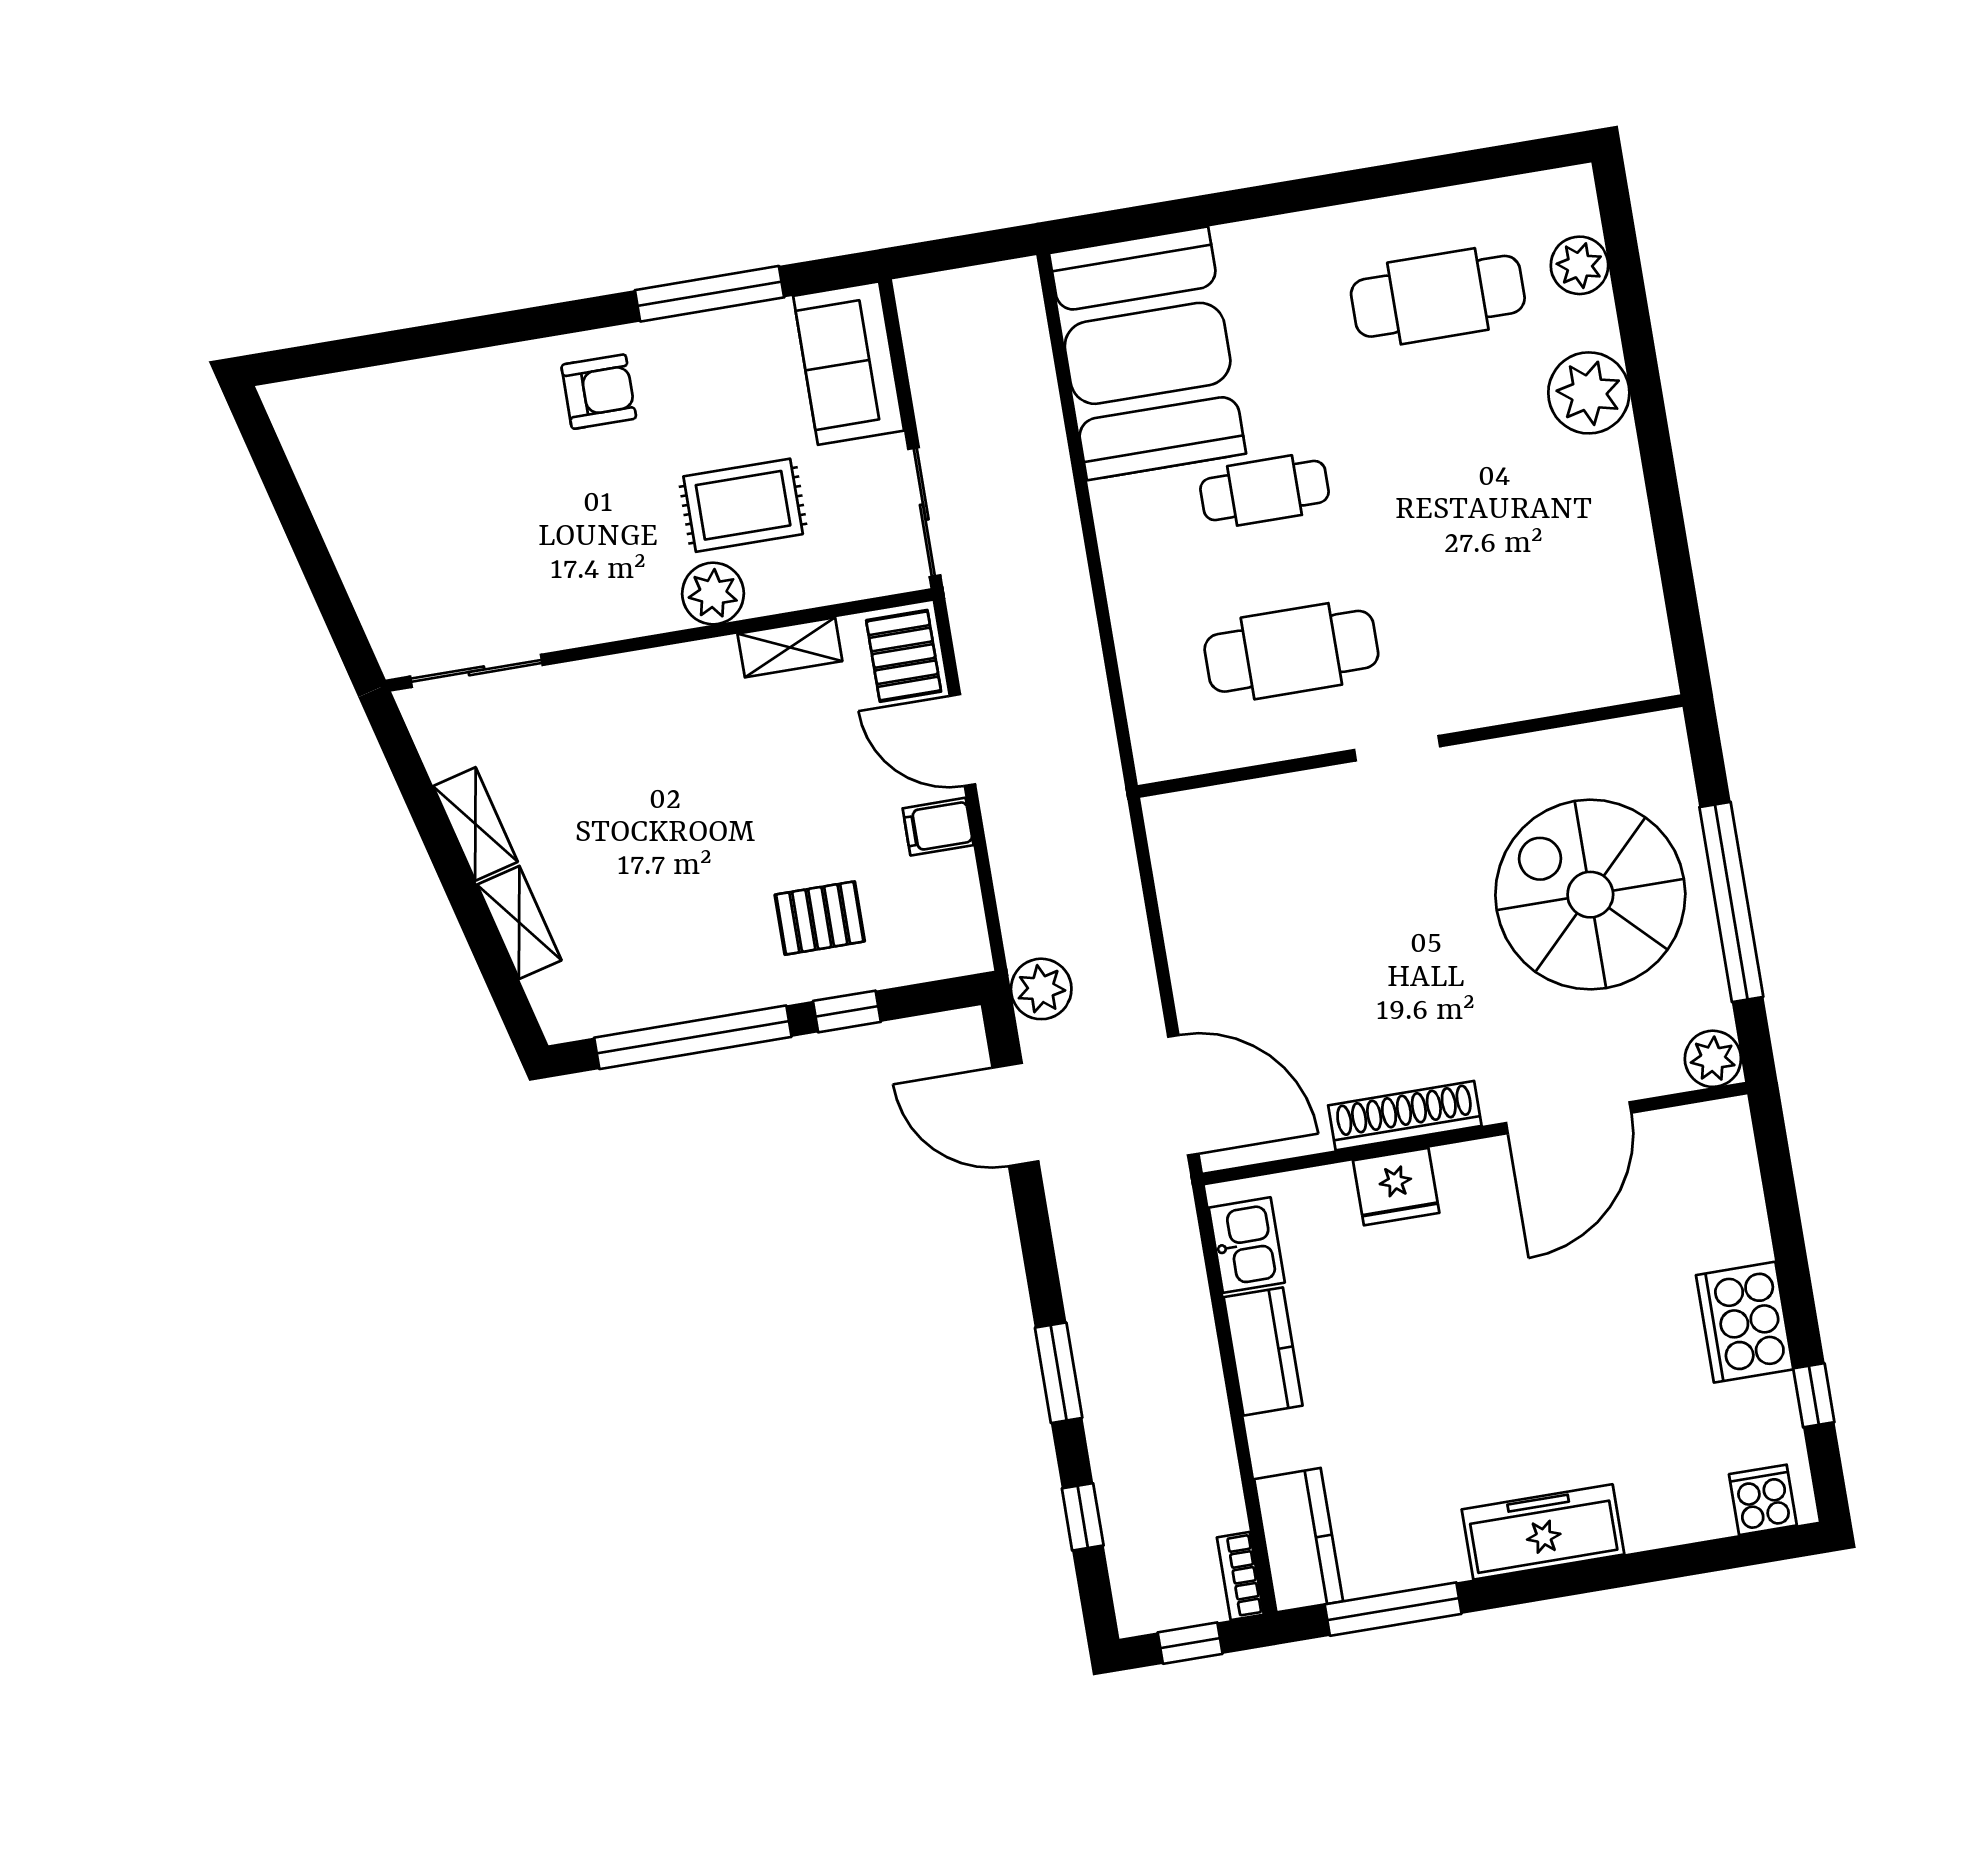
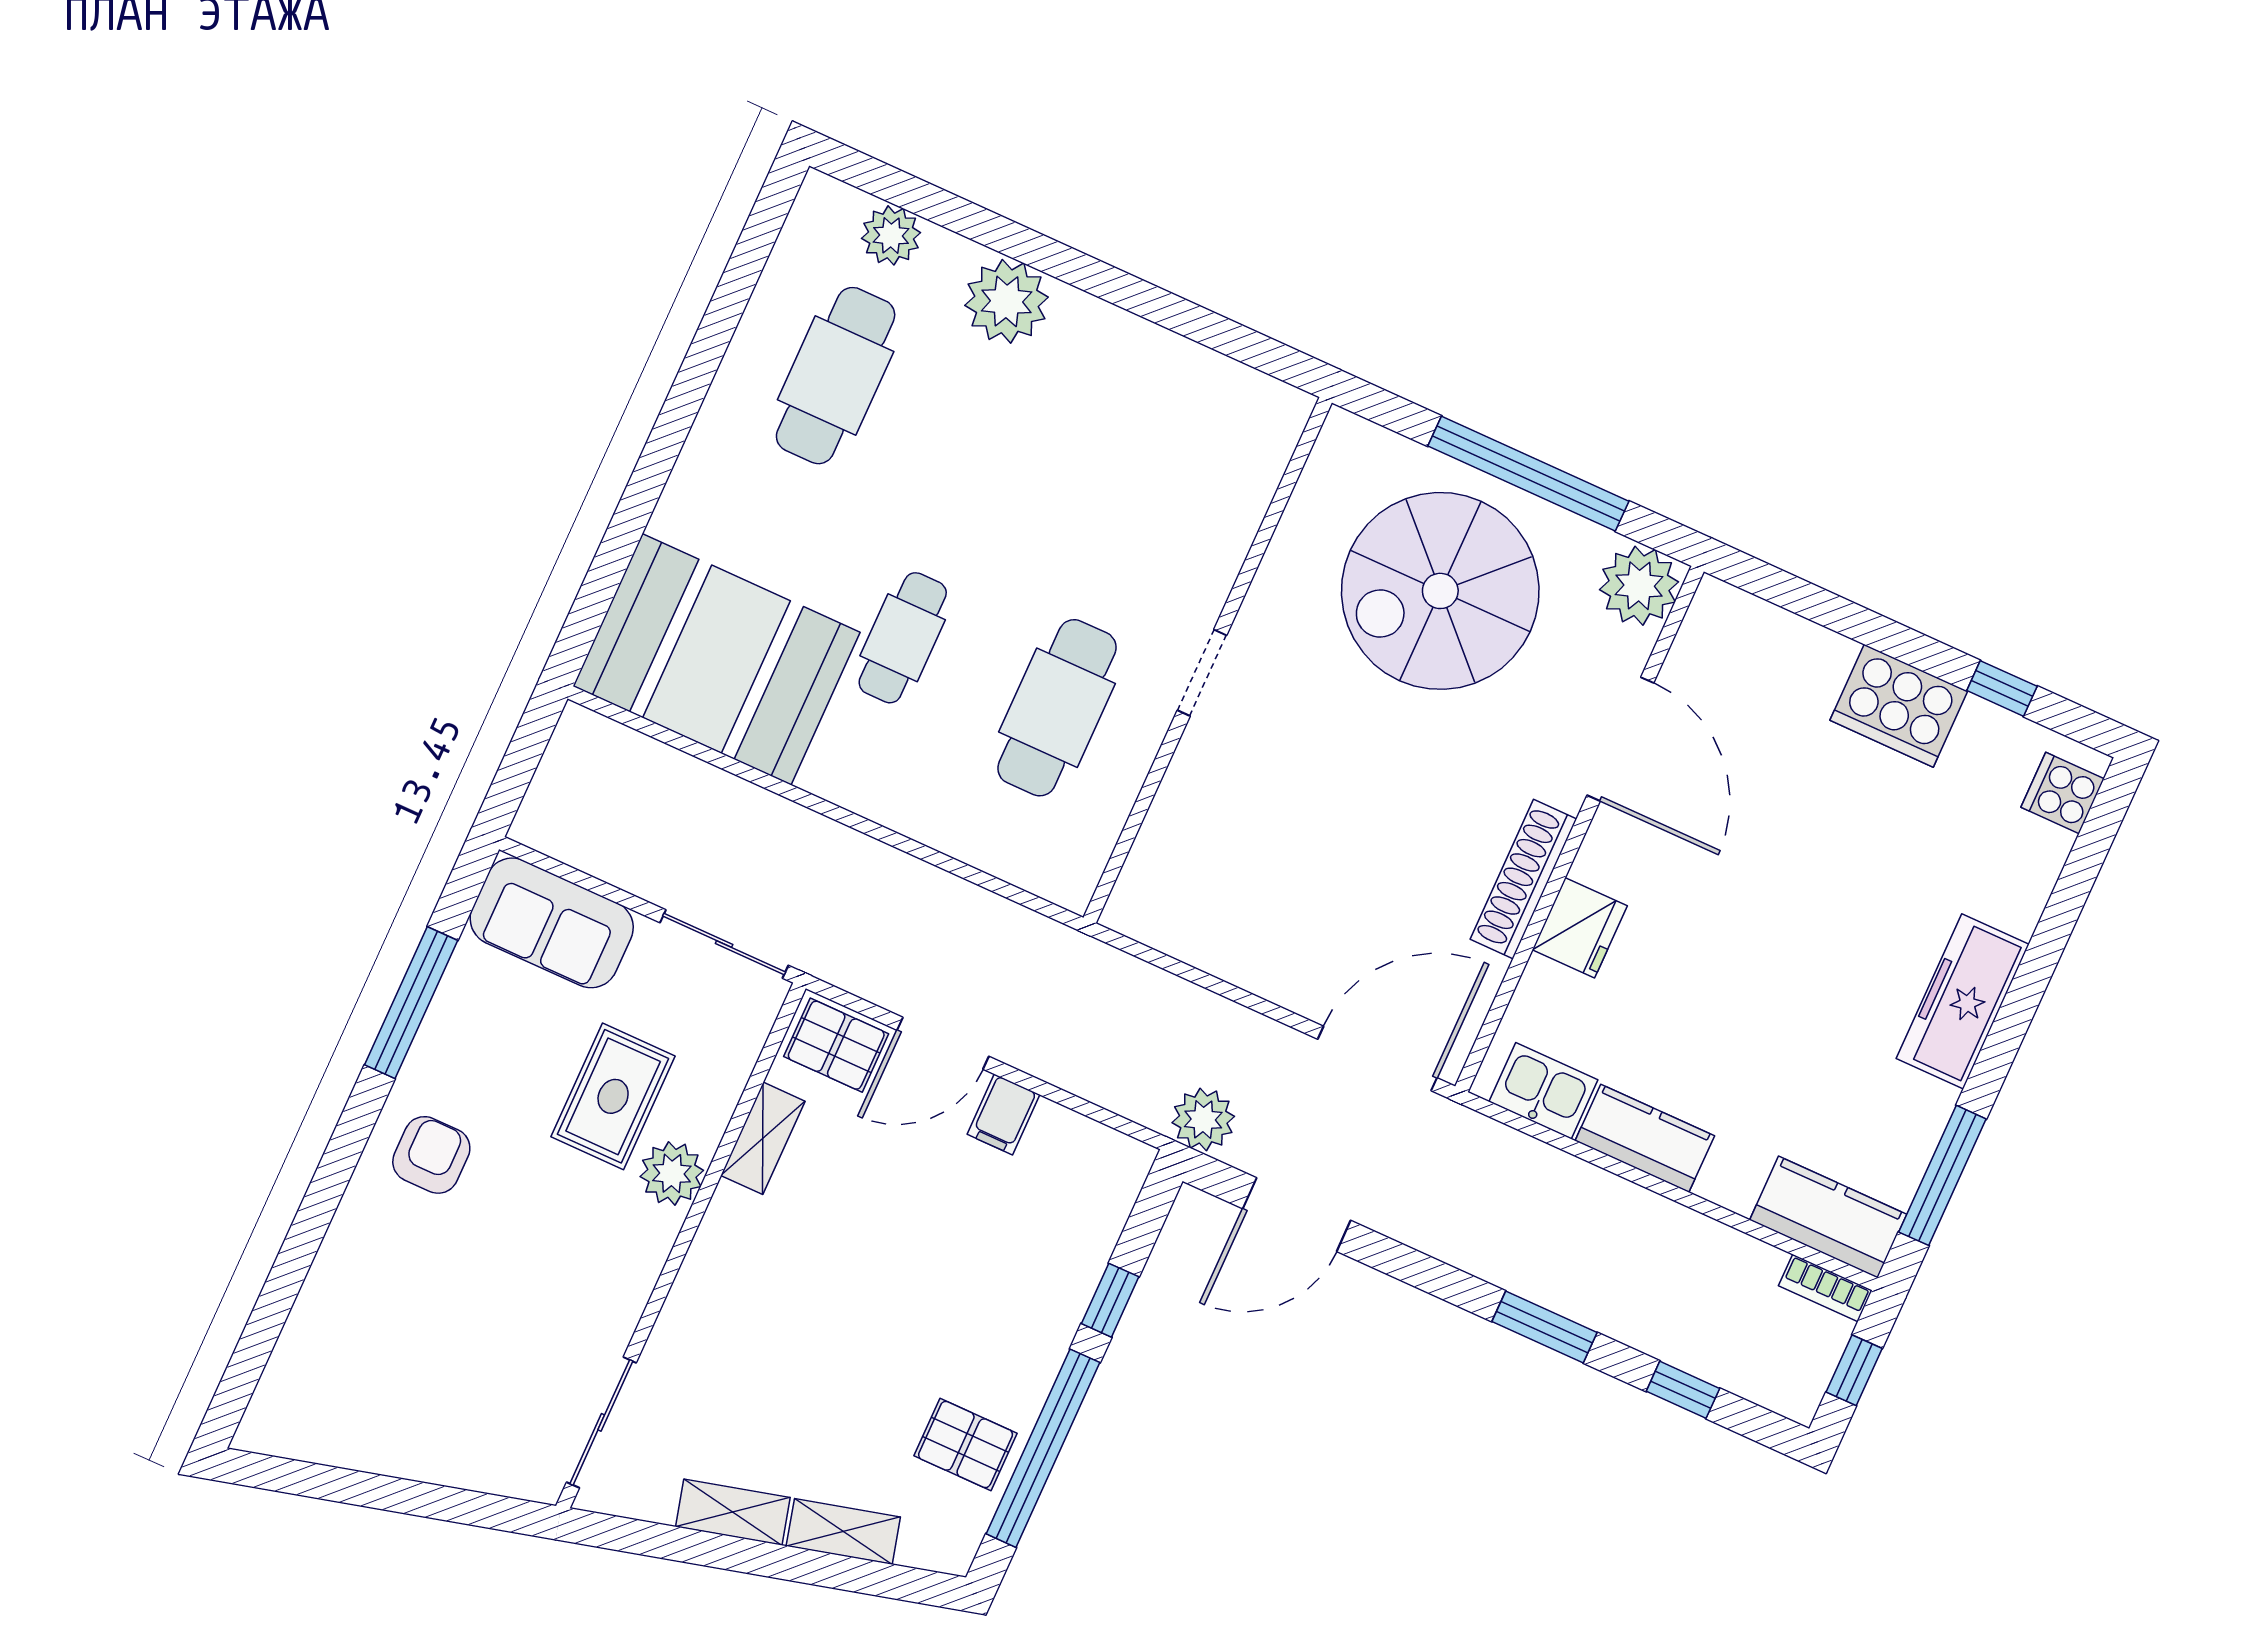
pallet: (820, 918) -> (966, 1445), moved, turned 90
plant: (1713, 1059) -> (1639, 586), width x1.36, depth x1.36

